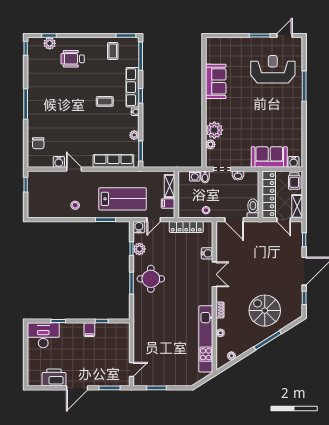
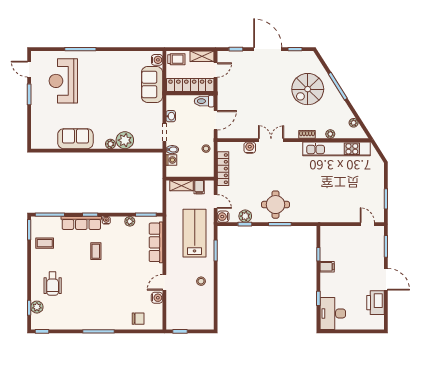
plant: (211, 144) -> (110, 144), moved

